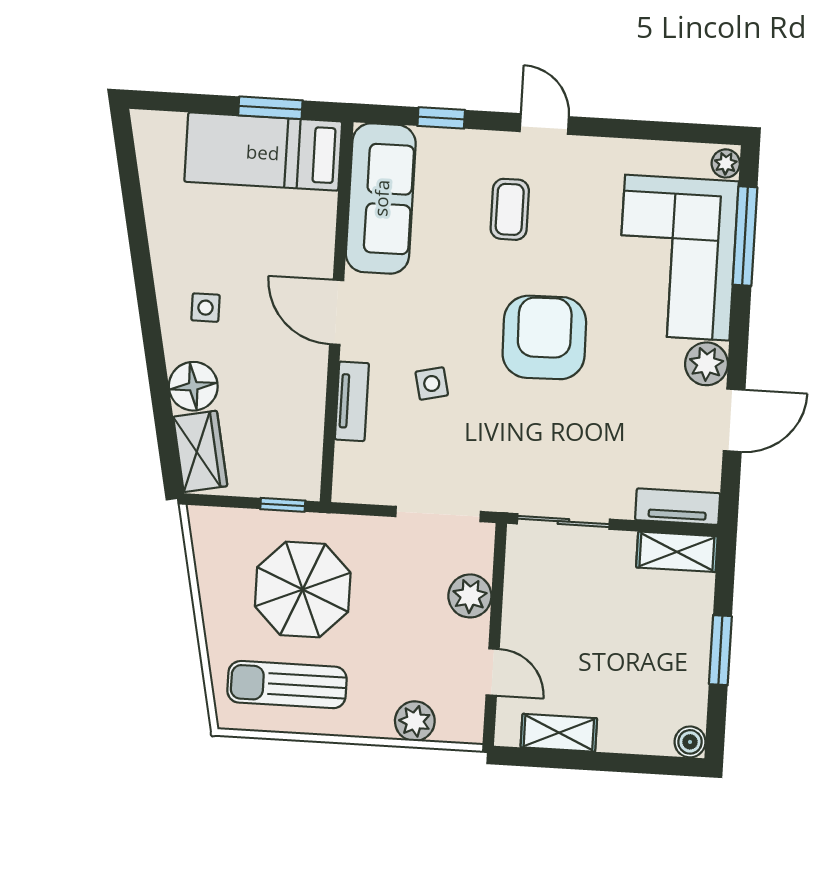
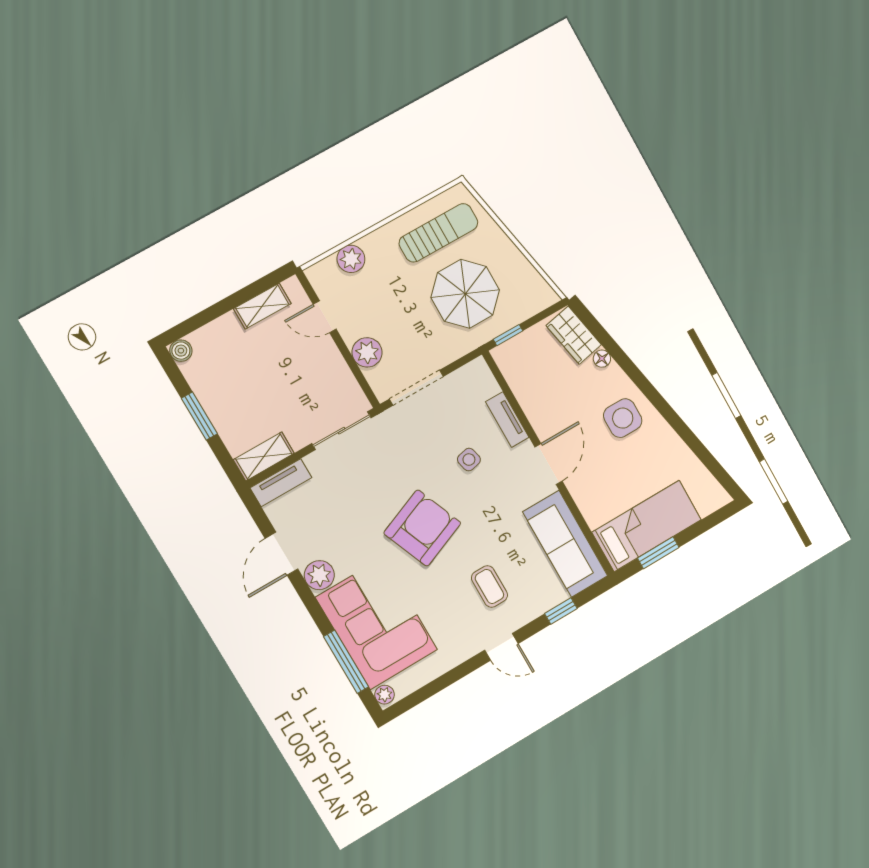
side table: (205, 308) -> (623, 418), width x1.87, depth x1.87
door: (337, 312) -> (548, 464), hinge flipped
armchair: (544, 337) -> (422, 528), turned -111
floor lamp: (193, 386) -> (602, 359), width x0.53, depth x0.53

